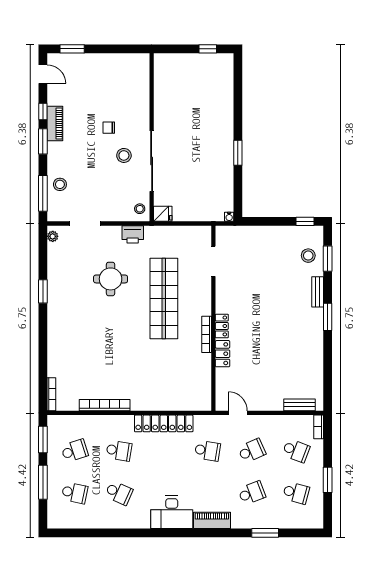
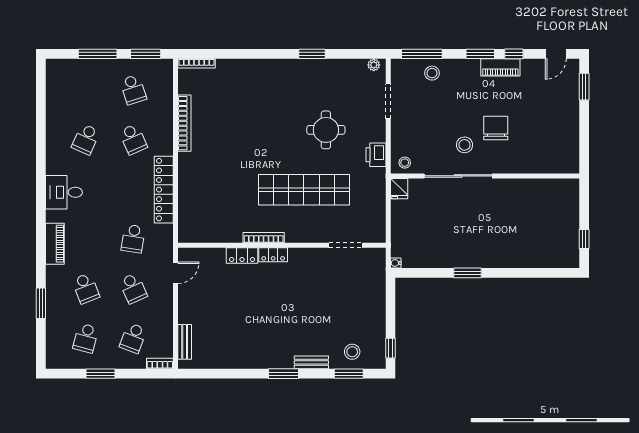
chair: (109, 128) -> (496, 128), width x1.87, depth x1.87
school desk: (119, 451) -> (133, 139), turned -33
school desk: (75, 493) -> (86, 90), removed
desk: (172, 512) -> (64, 192), width x0.73

